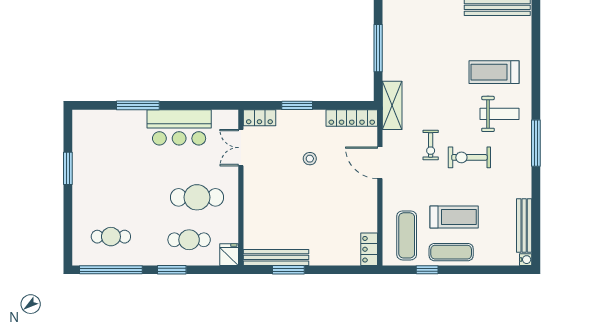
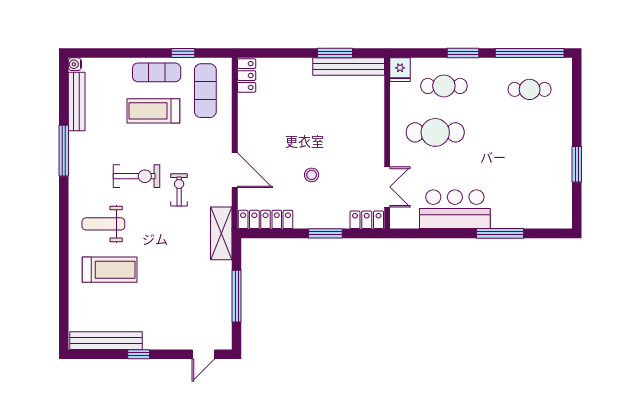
window: (536, 143) -> (64, 151), moved

